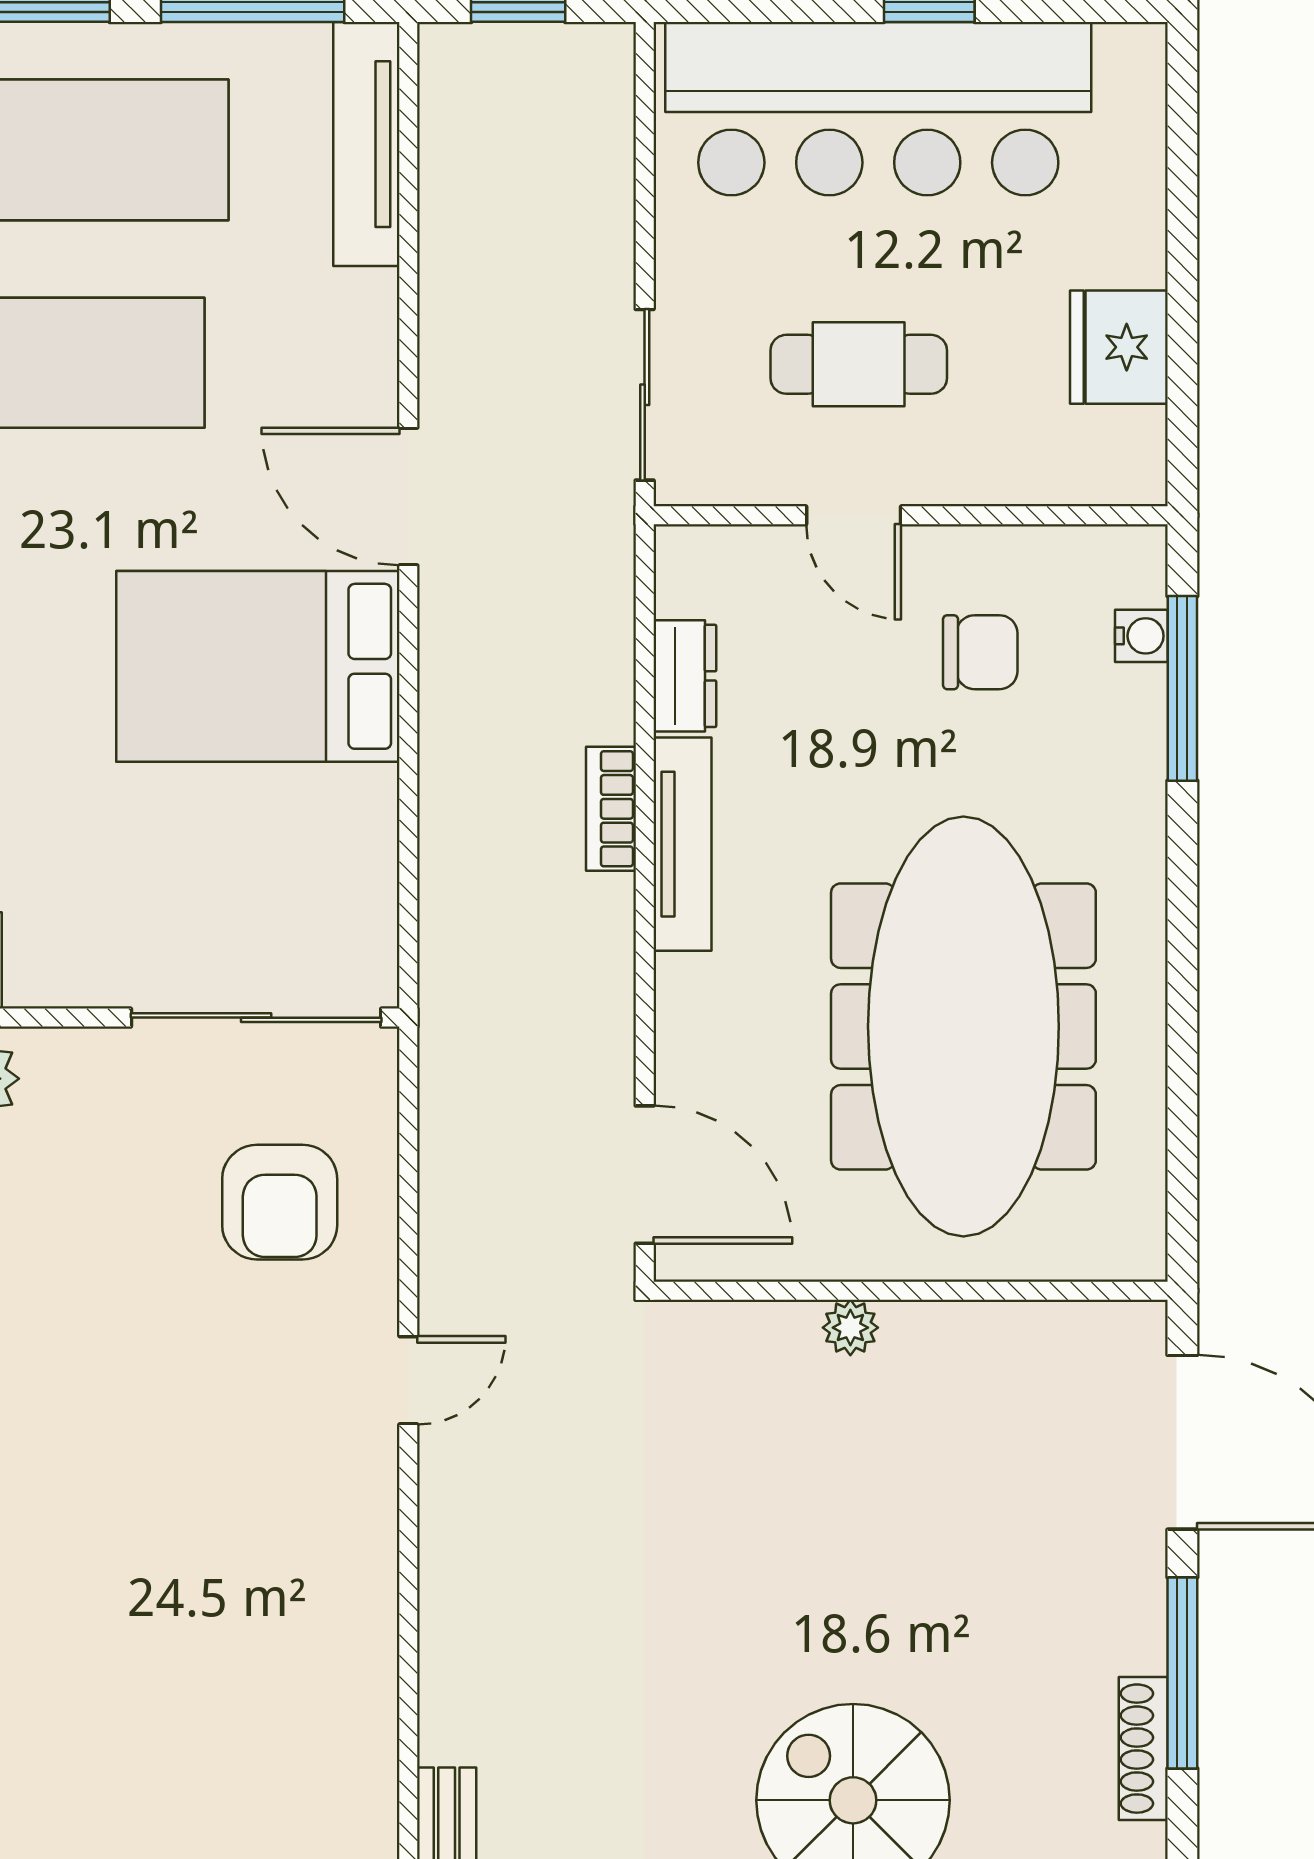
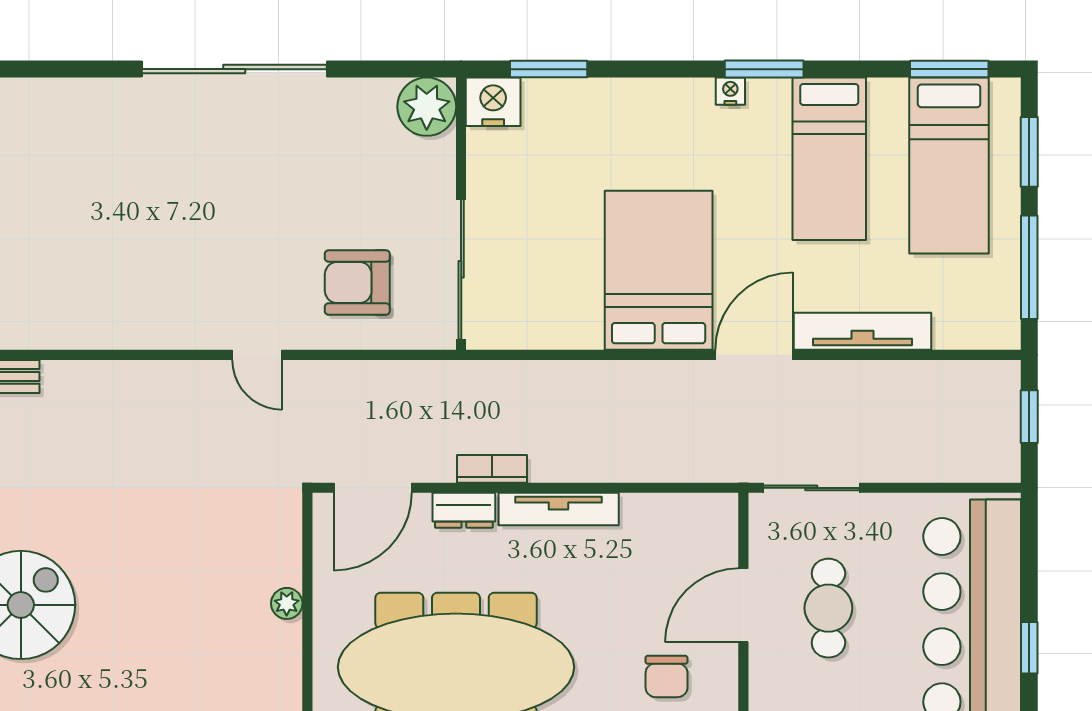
tv unit: (366, 144) -> (863, 331), moved
door: (854, 515) -> (743, 605), width x1.38
dresser: (685, 676) -> (464, 510), moved
bookcase: (611, 809) -> (492, 469), moved

